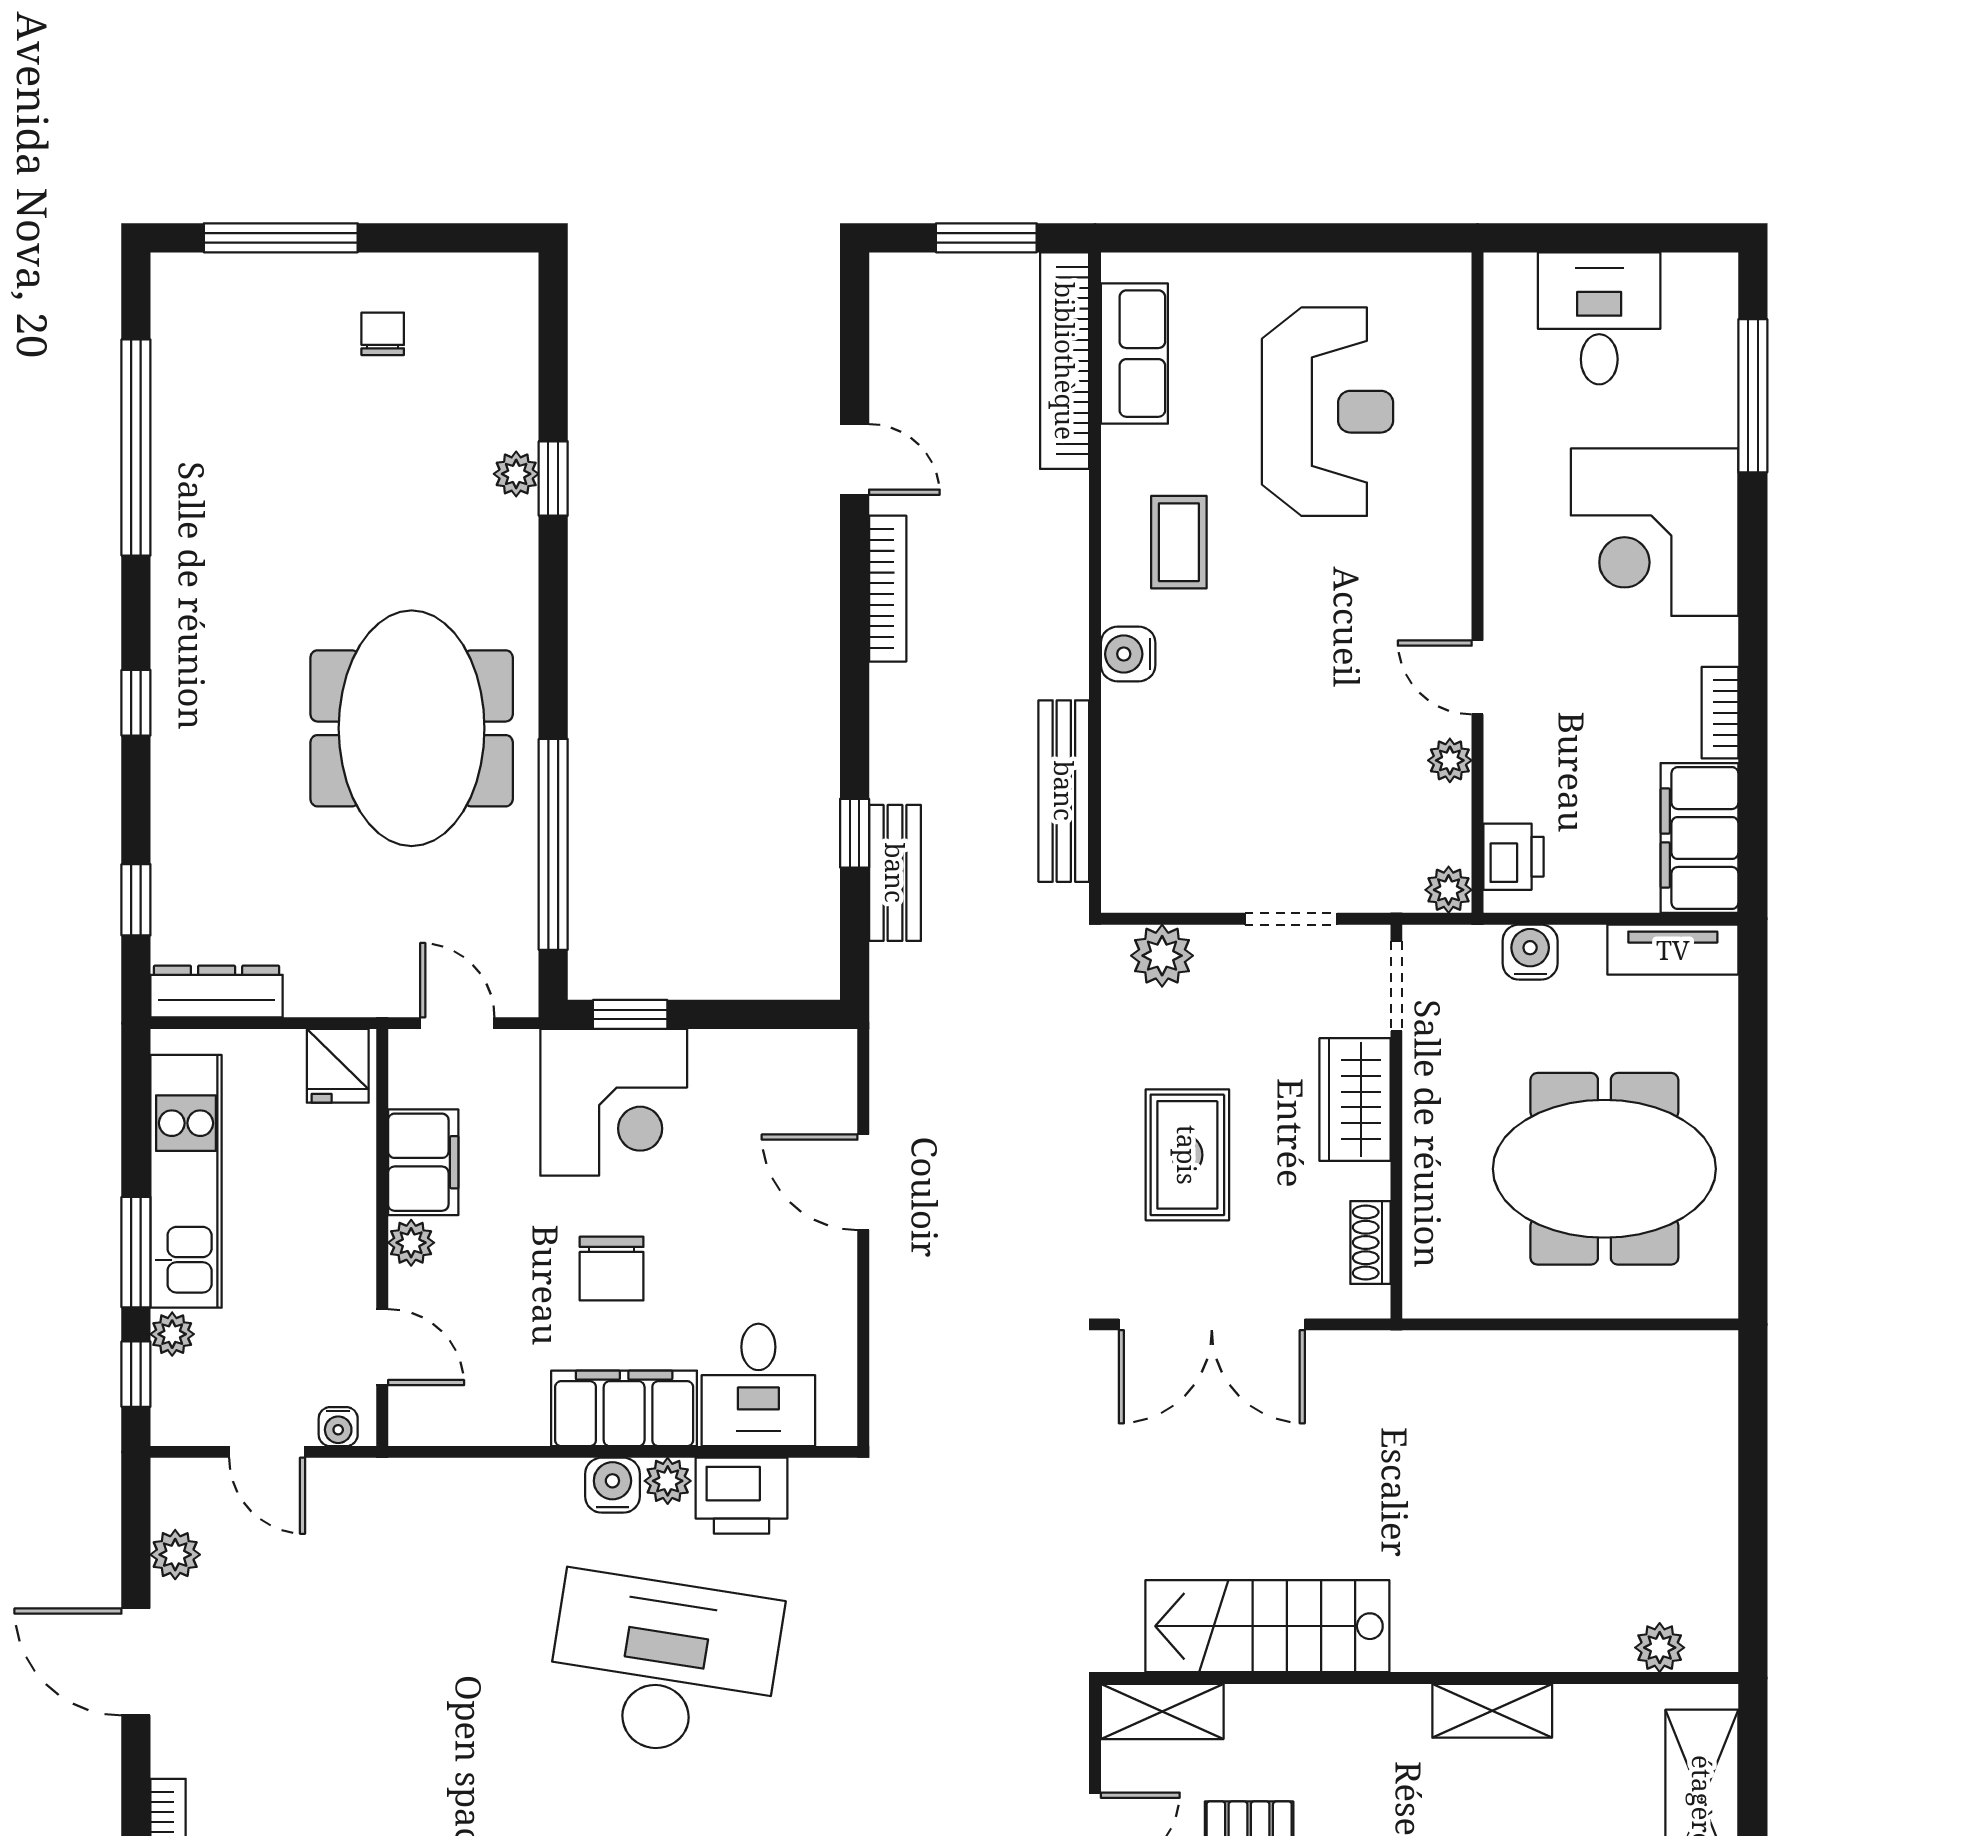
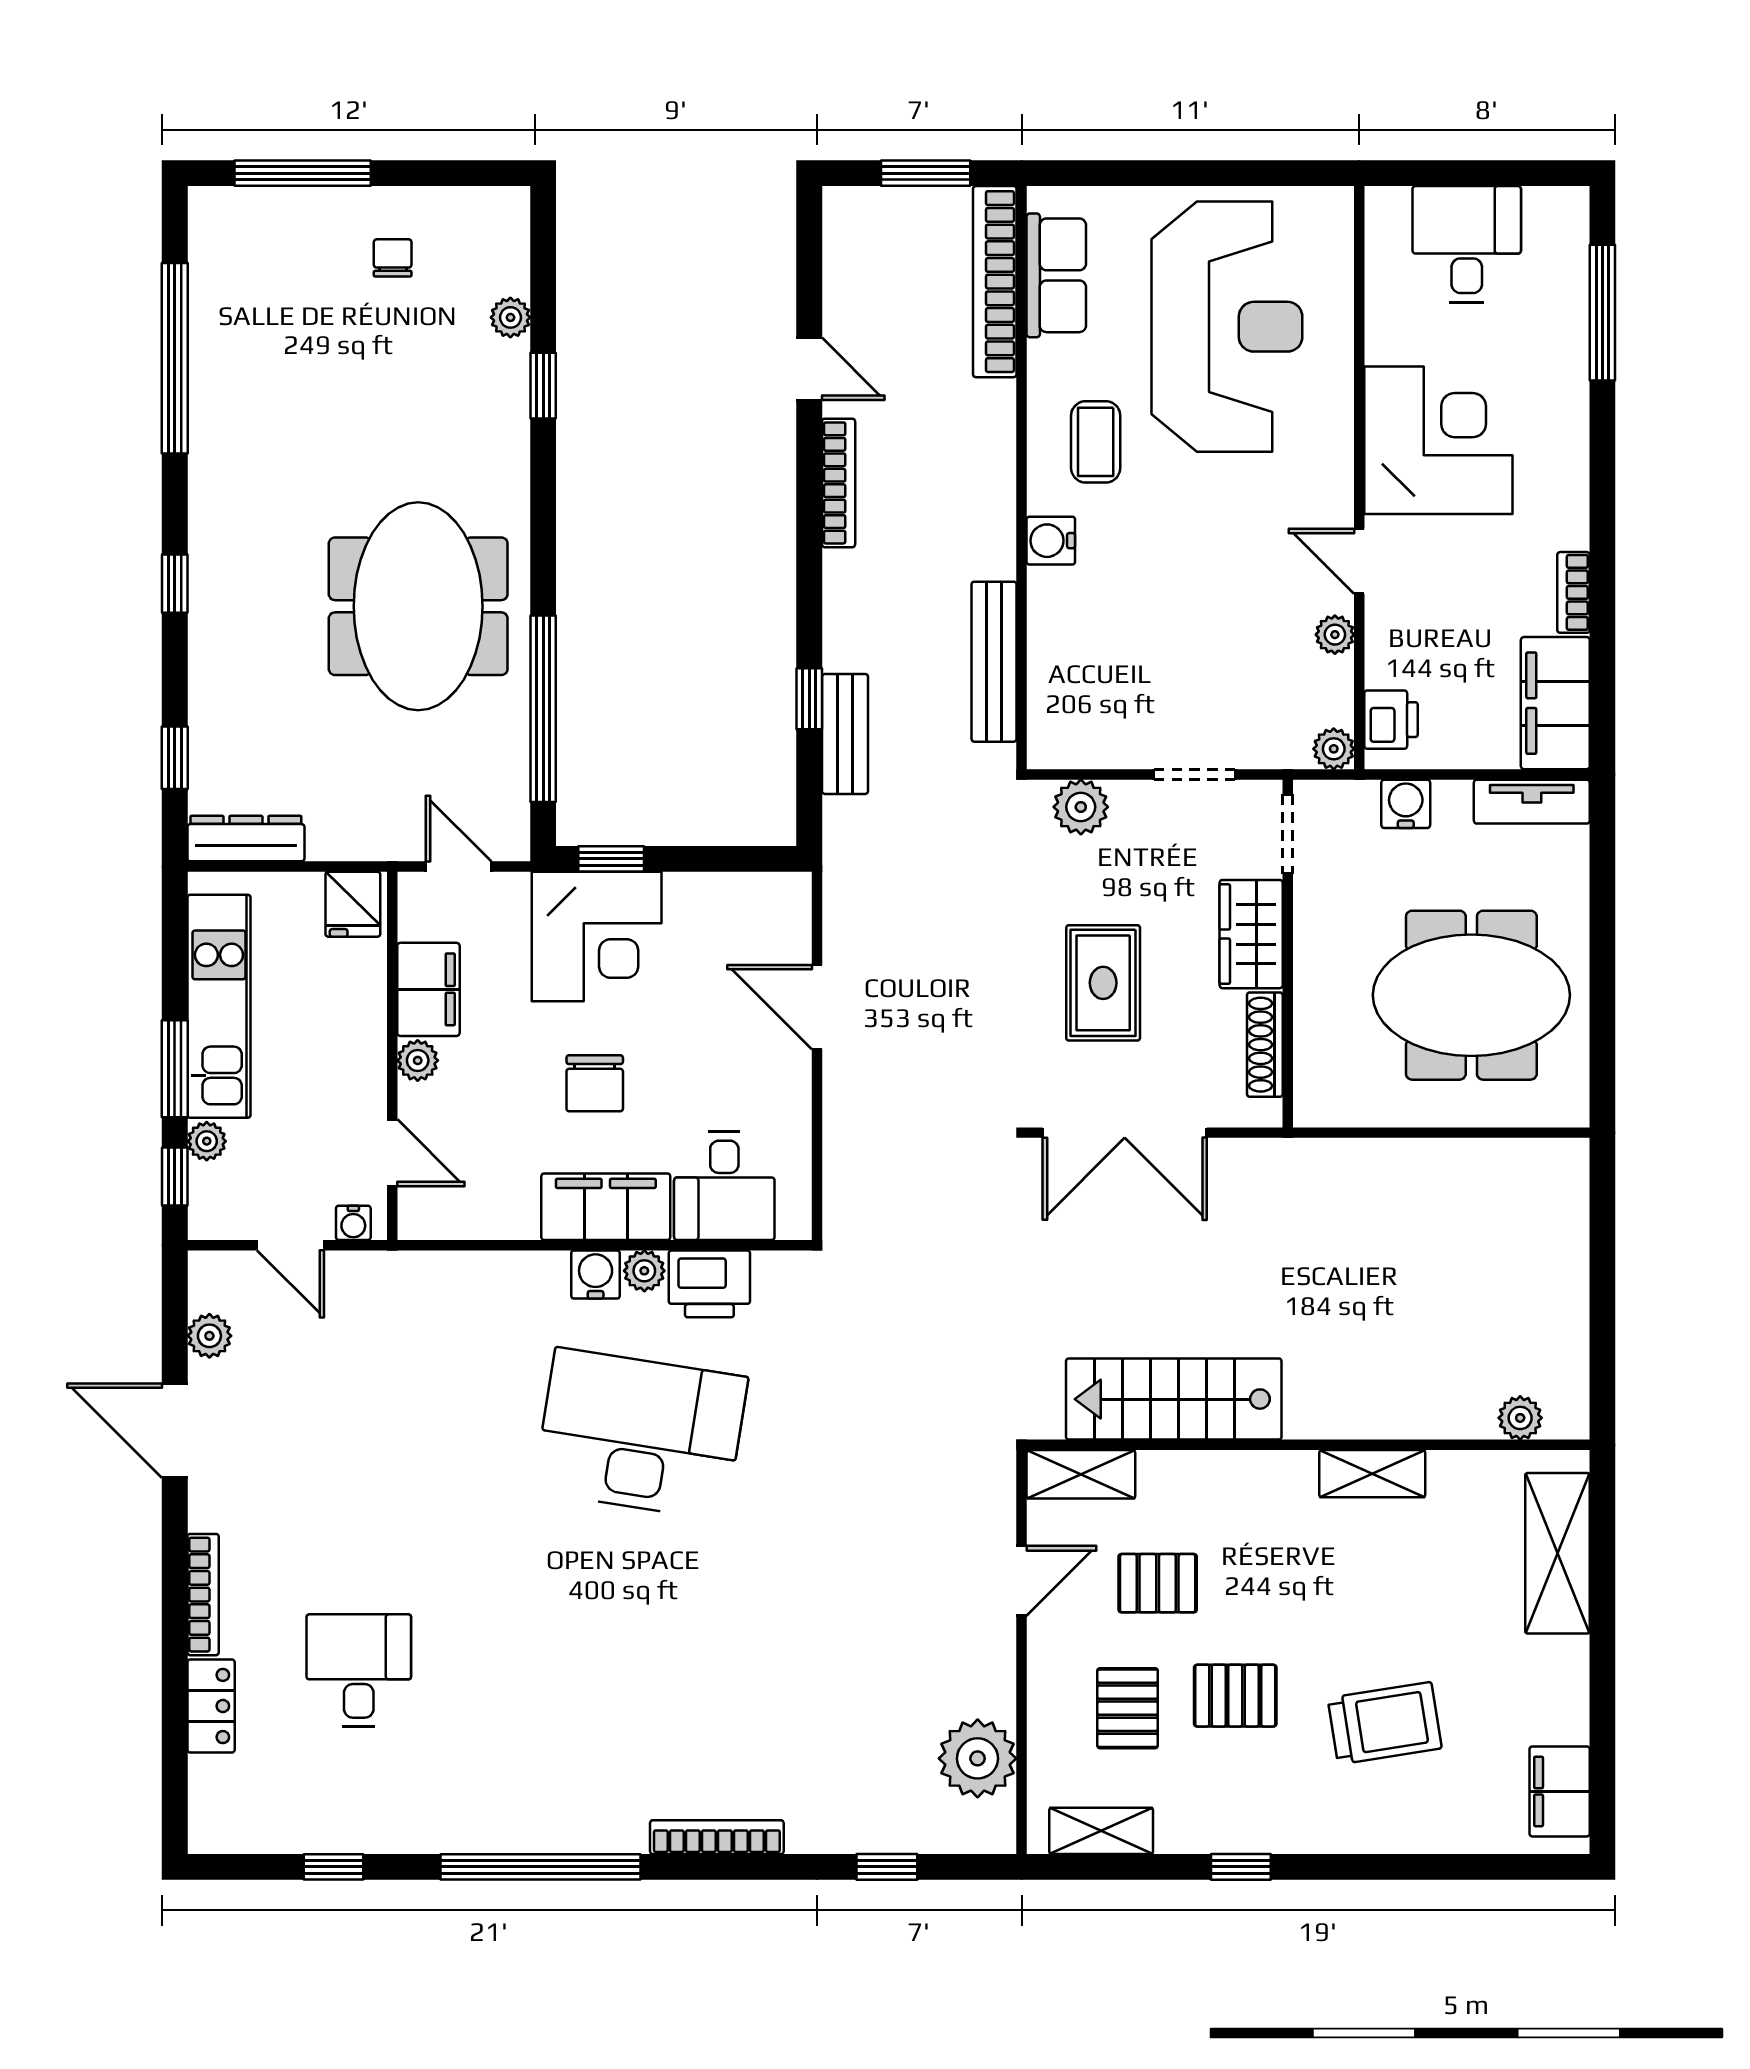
reception desk: (1328, 412) -> (1227, 327), width x1.36, depth x1.30
plant: (516, 474) -> (510, 317), moved
corner desk: (1655, 532) -> (1438, 440), moved, turned 180
shoe rack: (1370, 1243) -> (1265, 1045), width x1.43

